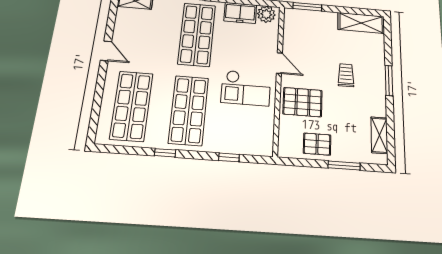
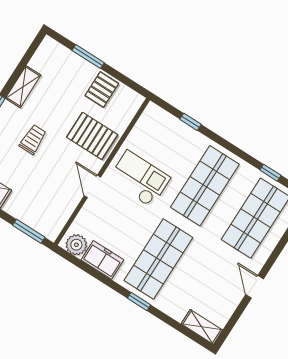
trolley: (346, 75) -> (33, 139), turned 180
shelving: (379, 135) -> (23, 87), moved
pallet: (317, 144) -> (102, 89), turned 90
window: (165, 153) -> (270, 173), moved

